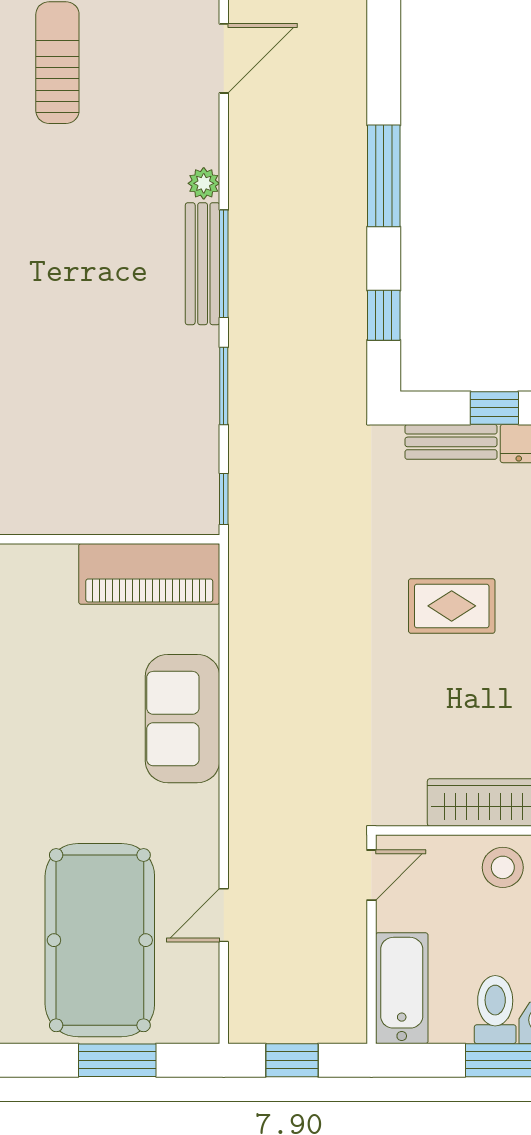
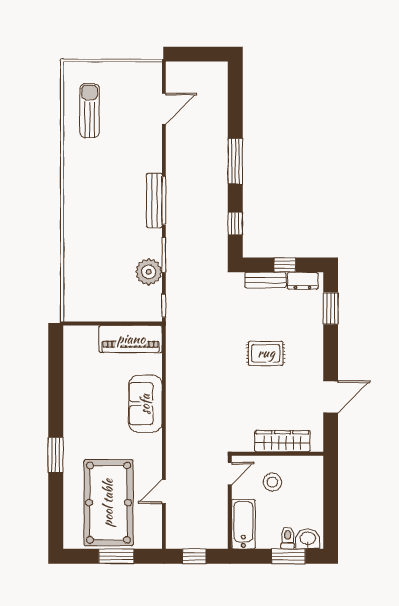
plant: (204, 183) -> (149, 272), moved, width x1.88, depth x1.88
stool: (503, 867) -> (272, 482), moved
toilet: (495, 1010) -> (288, 538), width x0.73, depth x0.72

